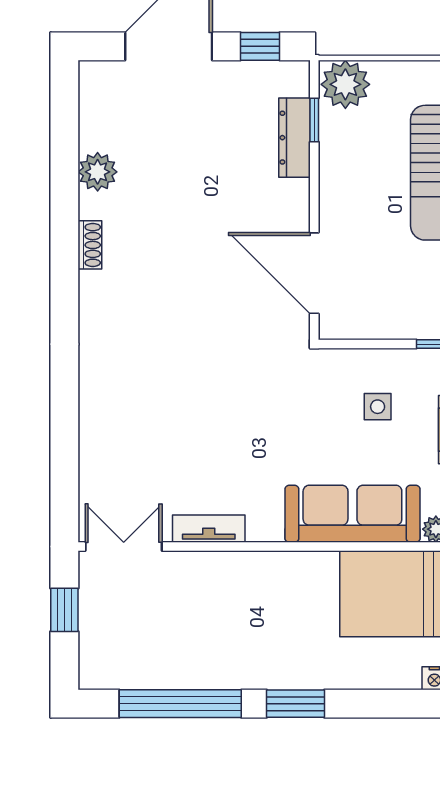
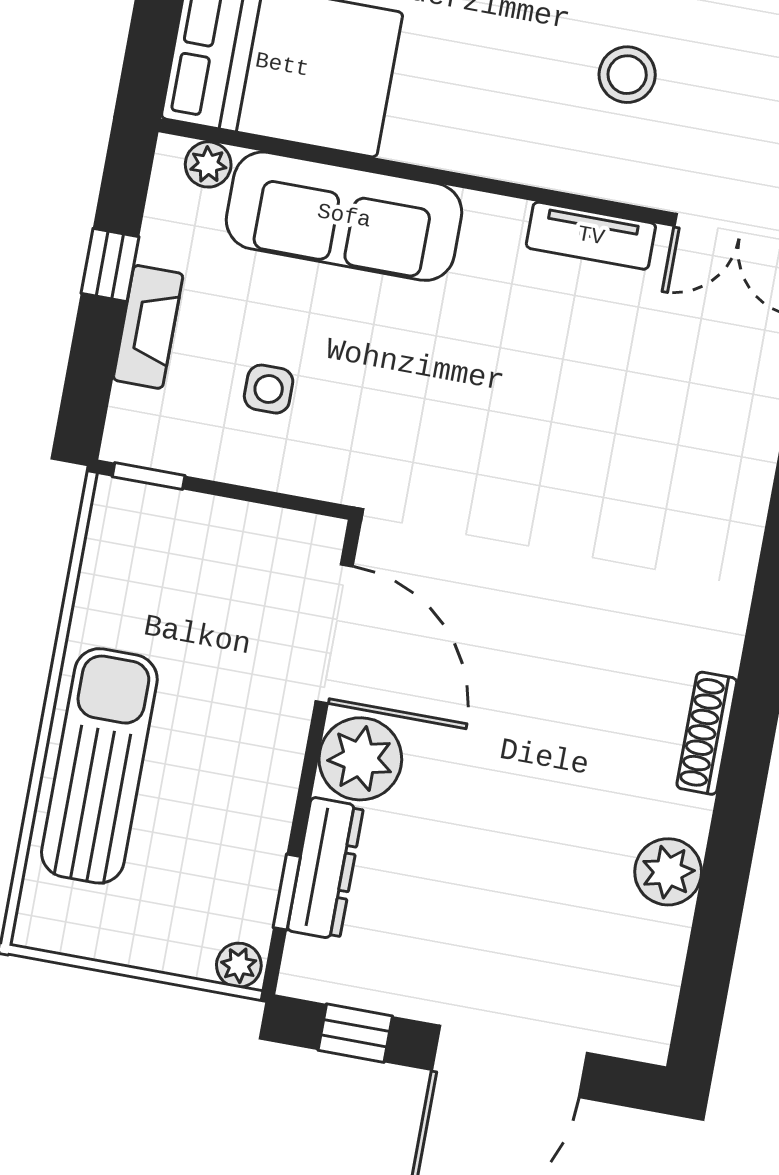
plant: (345, 84) -> (239, 965), width x0.53, depth x0.53
plant: (286, 204) -> (360, 759), added
shoe rack: (90, 245) -> (707, 733), width x1.43
stool: (205, 625) -> (627, 75), added

